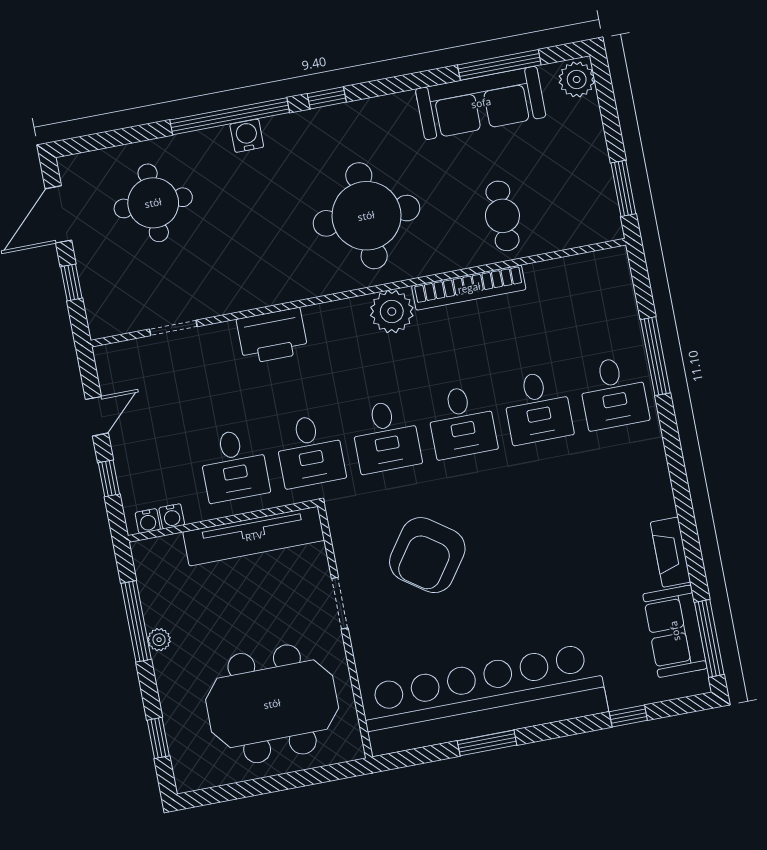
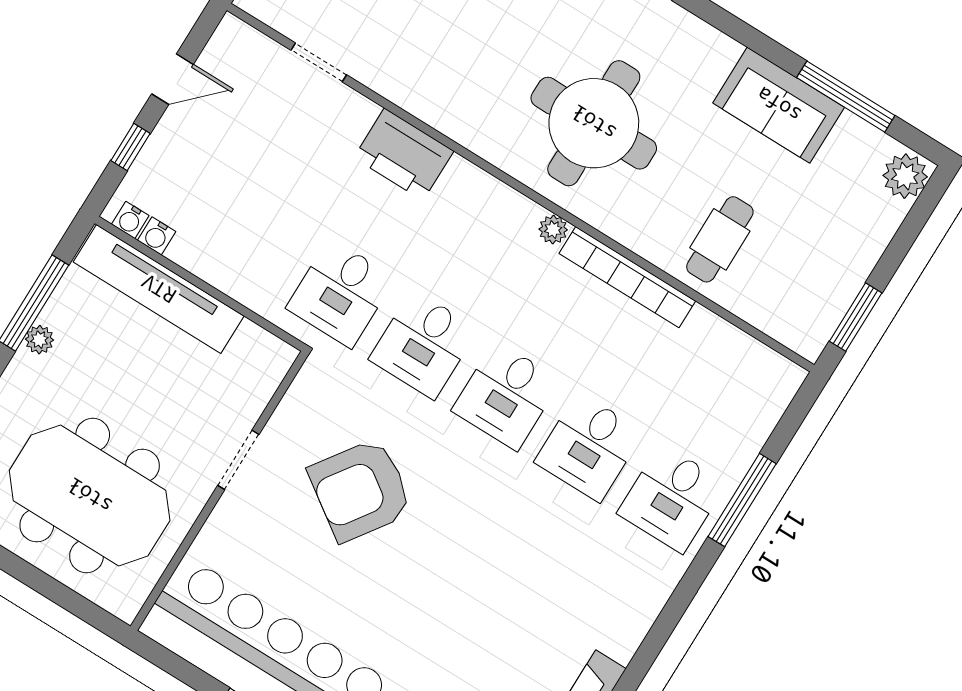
sofa: (481, 103) -> (779, 105), width x0.73
plant: (392, 312) -> (553, 230), width x0.53, depth x0.53
desk: (234, 465) -> (258, 242), removed
tv unit: (254, 536) -> (159, 289), moved

